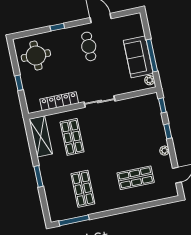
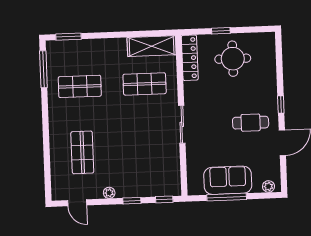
window: (57, 27) -> (281, 104), moved
round table: (36, 56) -> (233, 59), moved
plant: (150, 80) -> (269, 186), moved
locker: (59, 101) -> (190, 58), moved
window: (39, 176) -> (68, 37), moved

